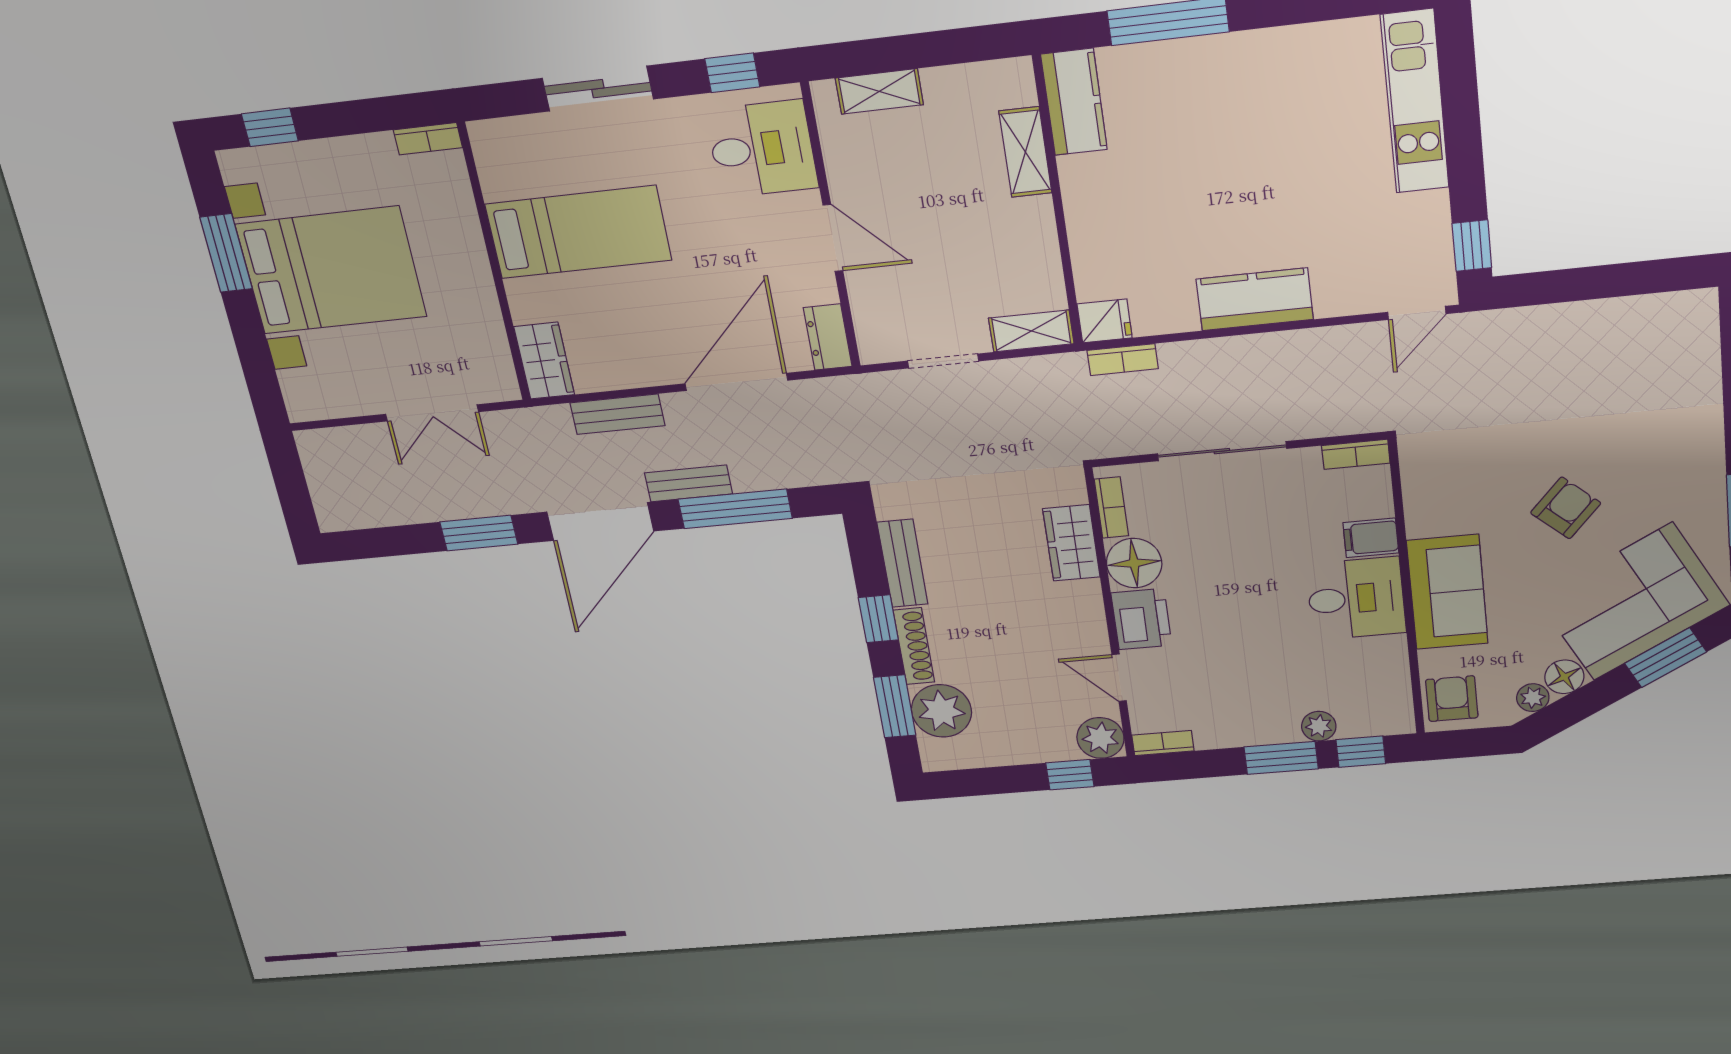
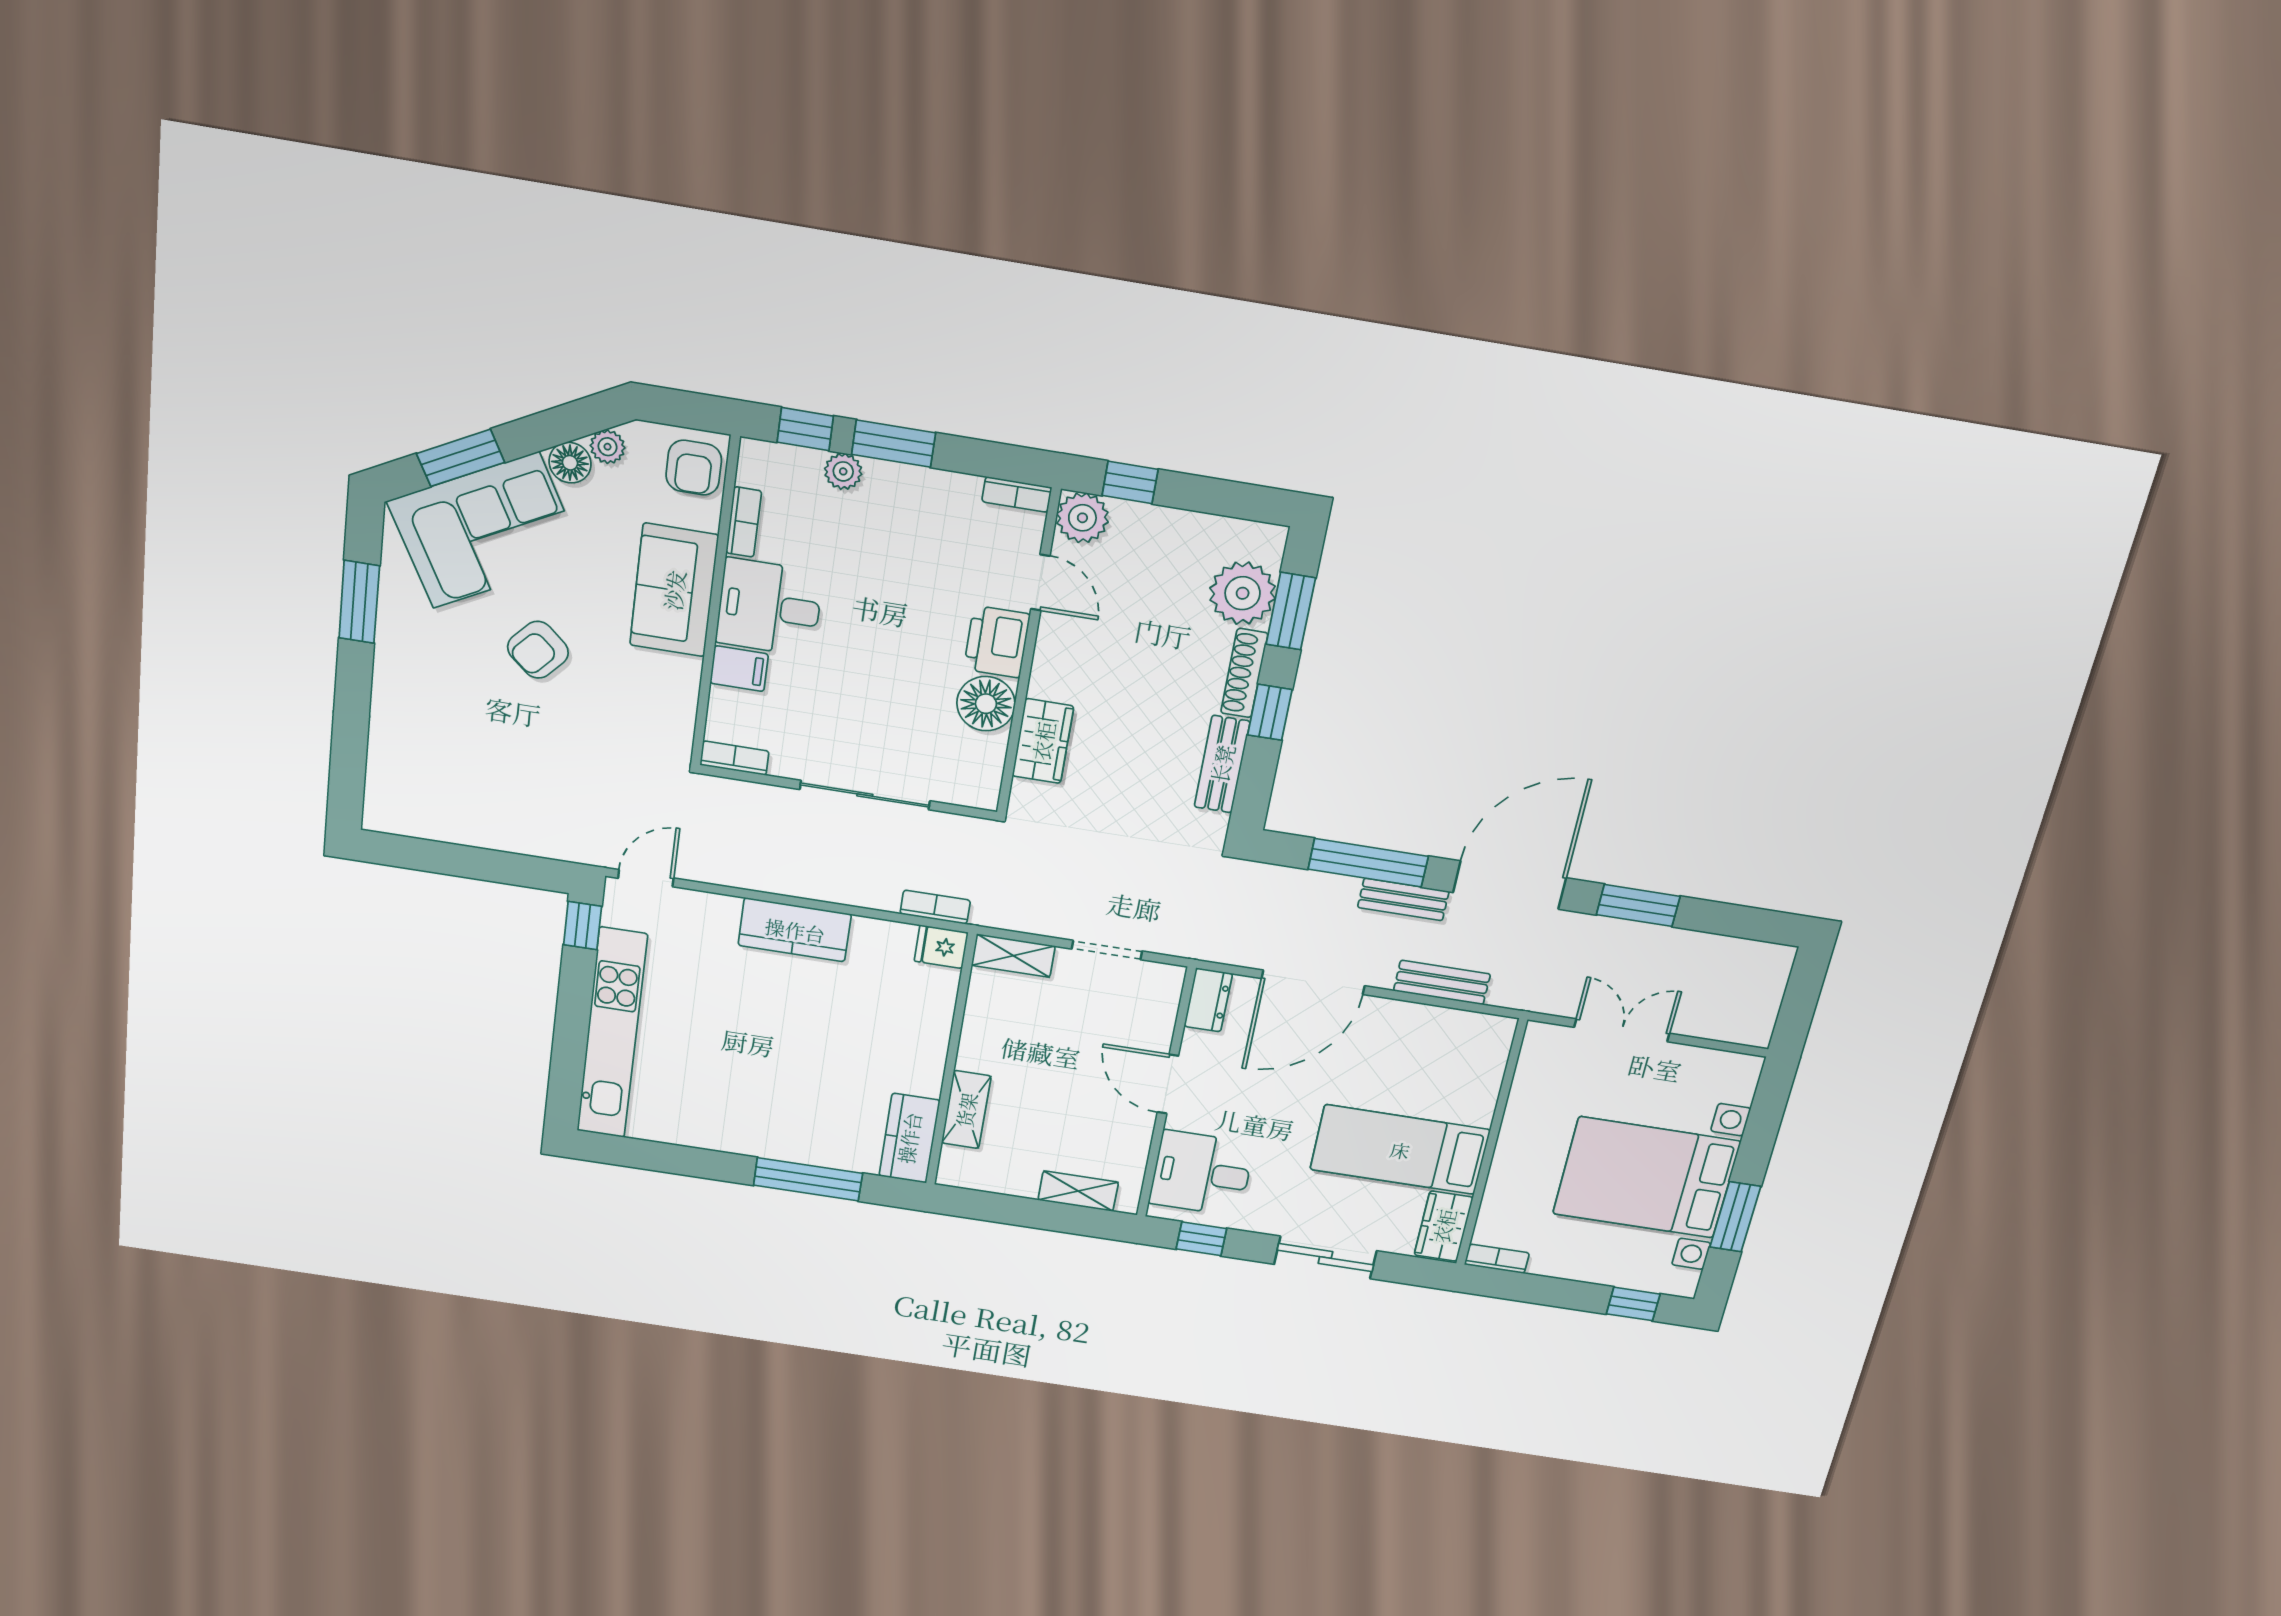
kitchen unit: (1415, 102) -> (612, 1034), width x1.36
wardrobe: (544, 361) -> (1444, 1226), moved
bookcase: (1111, 508) -> (744, 522), moved, turned 180

